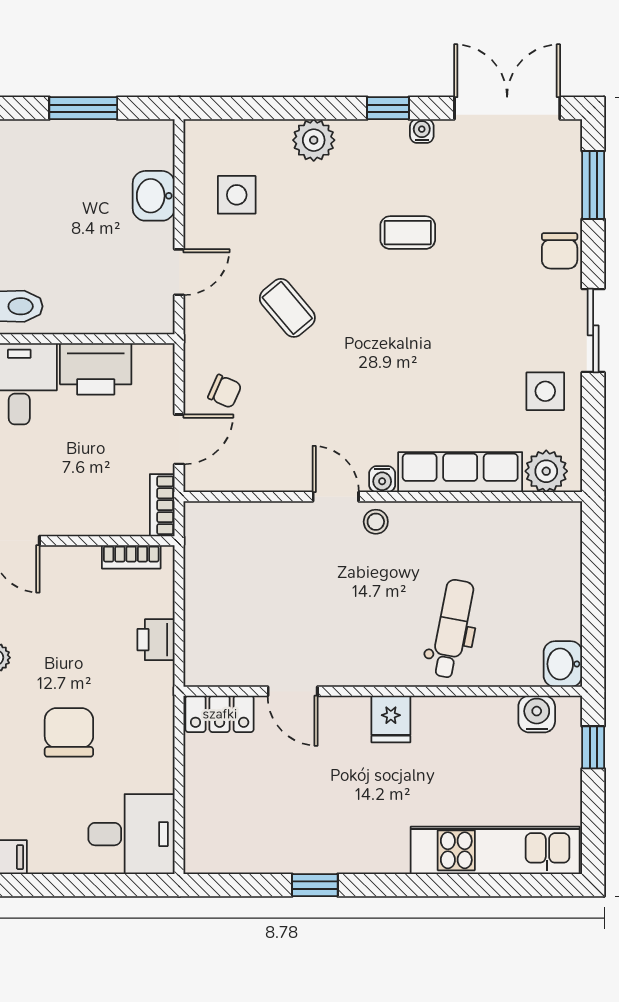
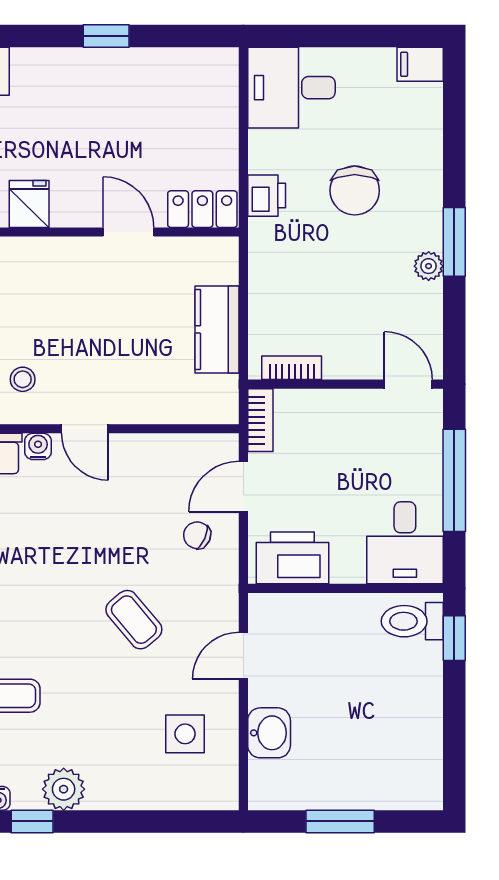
plant: (314, 140) -> (64, 789), moved
printer: (96, 369) -> (292, 558), moved
stool: (376, 522) -> (23, 379), moved
kitchen counter: (205, 595) -> (217, 329), added
printer: (156, 640) -> (267, 196), moved

